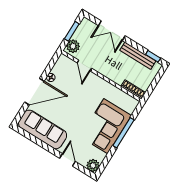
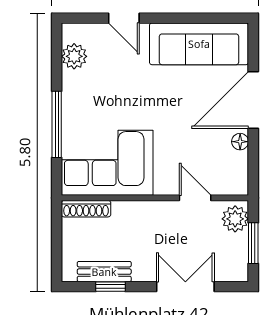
bench: (138, 56) -> (104, 272), width x0.73
window: (153, 56) -> (110, 287), moved
corner sofa: (106, 126) -> (107, 163), moved, turned -90
plant: (93, 165) -> (74, 56), moved

